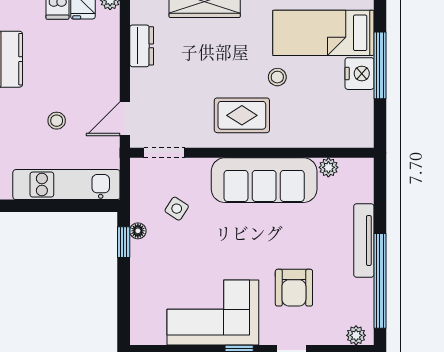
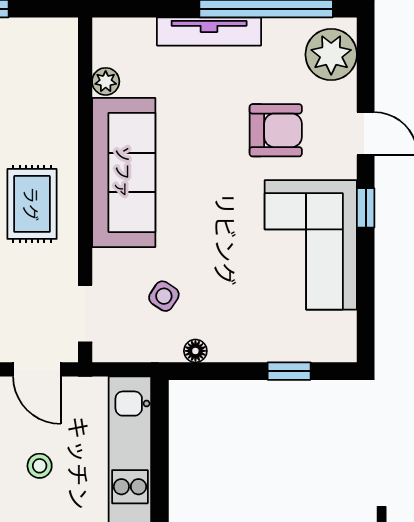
window: (124, 242) -> (289, 371), moved
plant: (356, 335) -> (331, 55), width x1.88, depth x1.88

